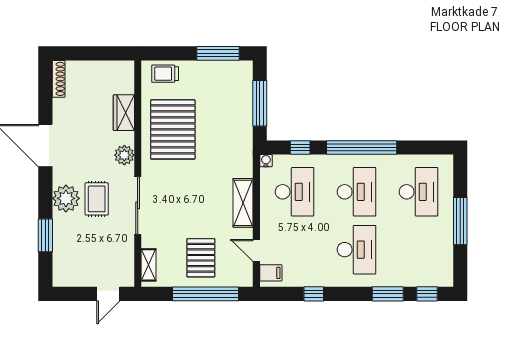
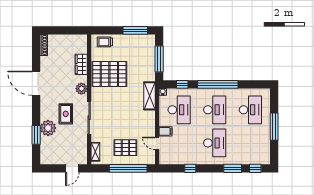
pallet: (173, 129) -> (109, 74), turned 90
plant: (66, 198) -> (48, 128), moved
shelving: (243, 203) -> (150, 96), moved
pallet: (201, 258) -> (125, 148), turned 90
filing cabinet: (271, 273) -> (166, 131), moved

